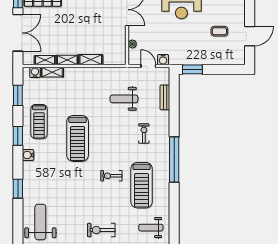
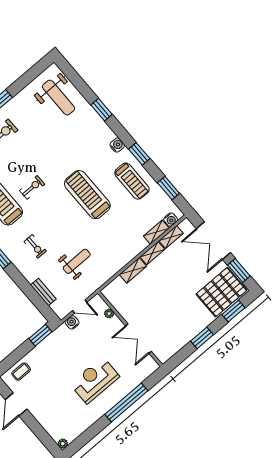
coffee table: (219, 31) -> (21, 372), moved
treadmill: (39, 122) -> (132, 181), turned 180

